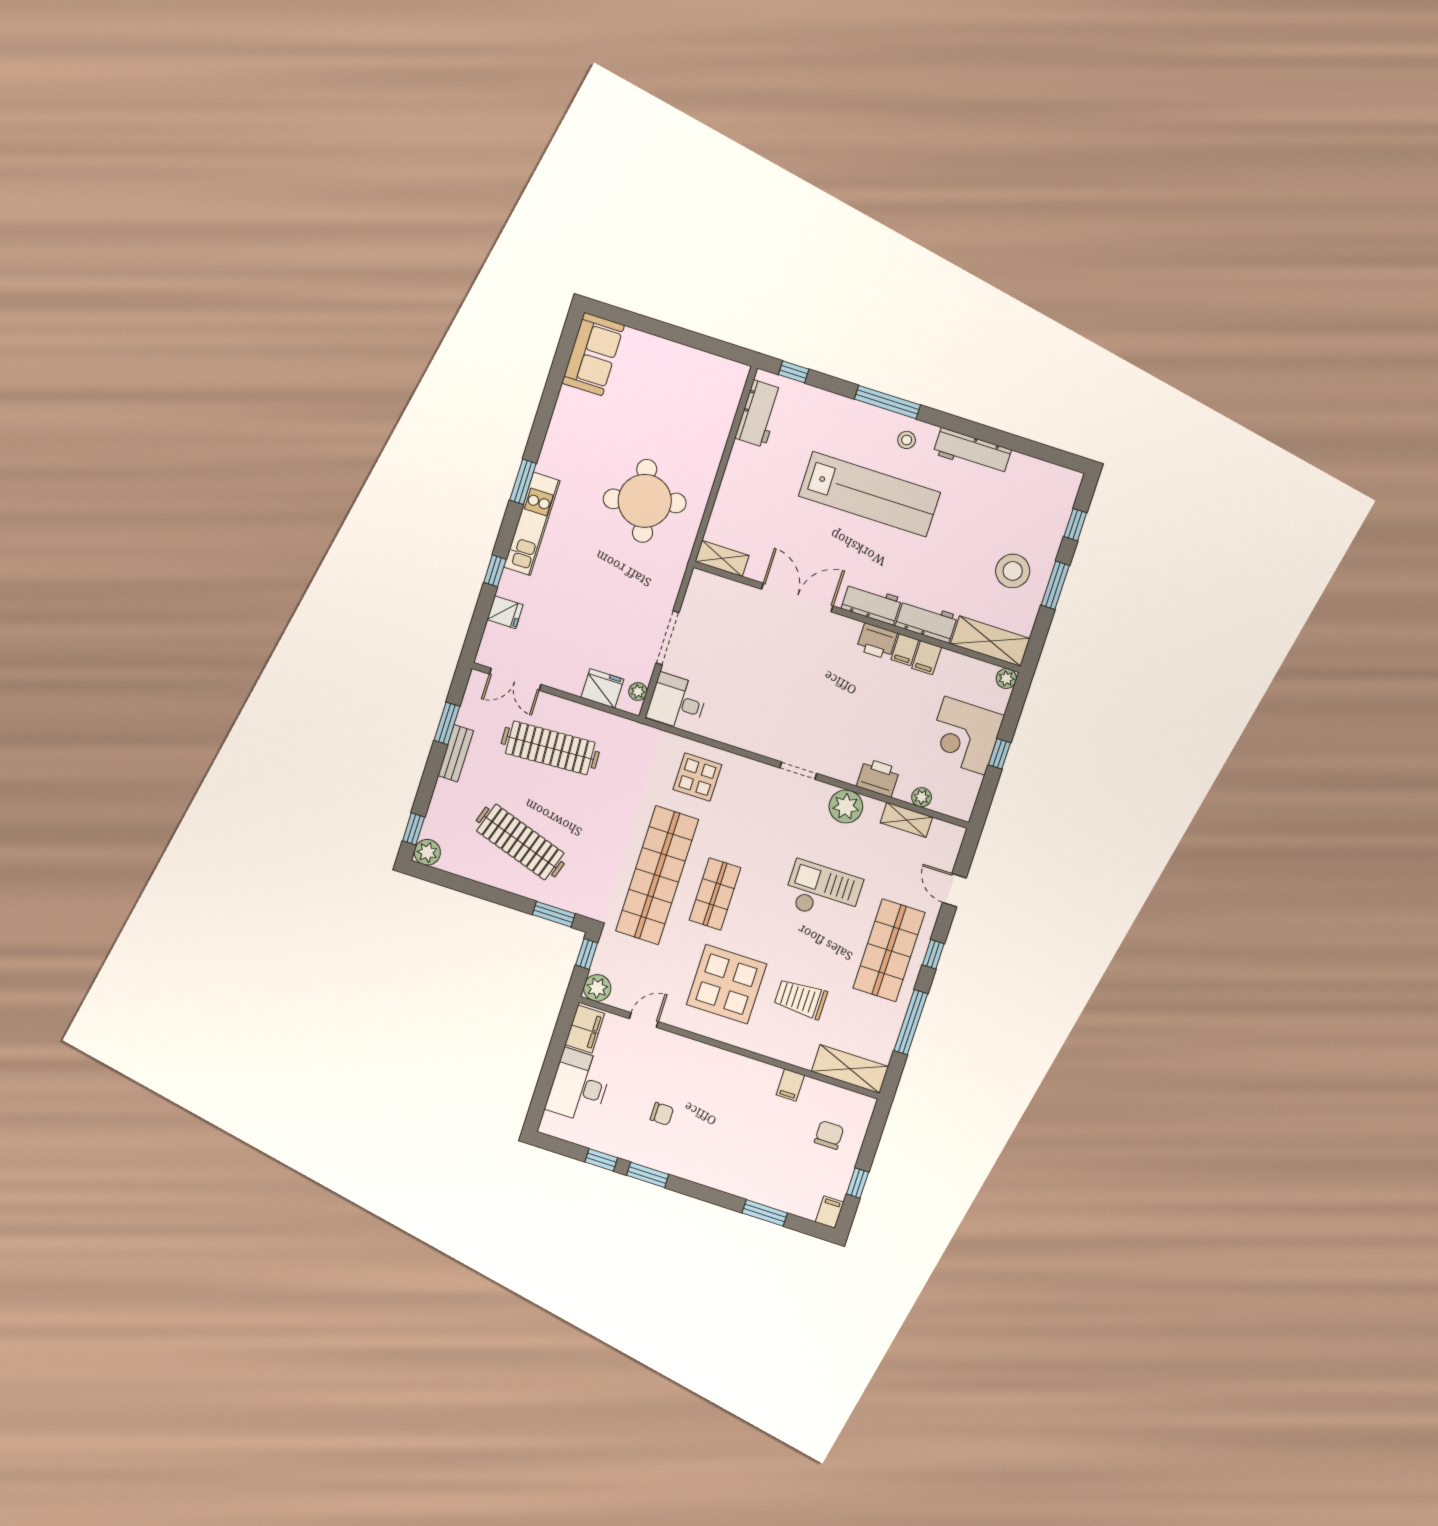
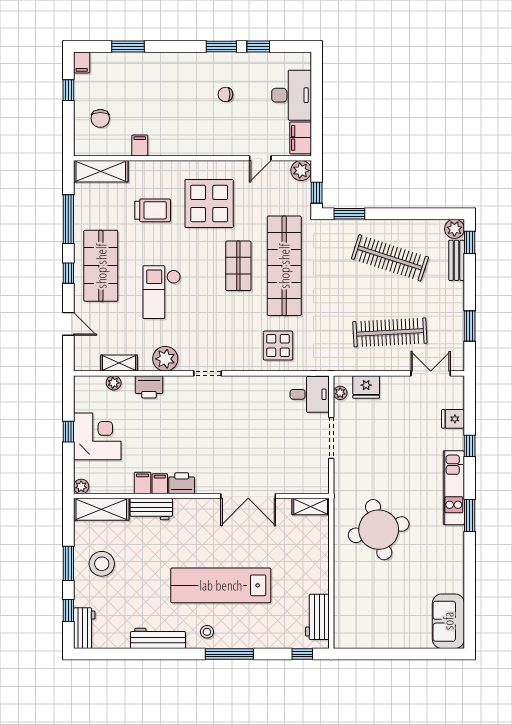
workbench: (871, 603) -> (84, 628), moved, turned -90
bench: (456, 753) -> (457, 260), moved
checkout: (823, 892) -> (162, 292), turned 90

